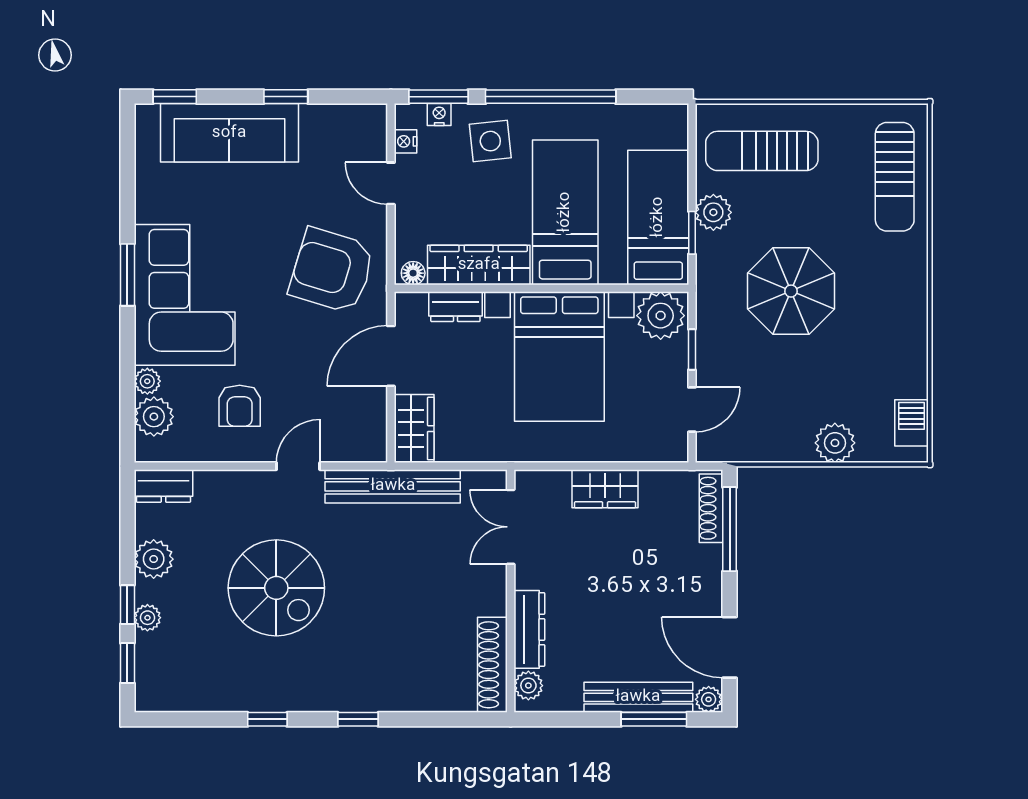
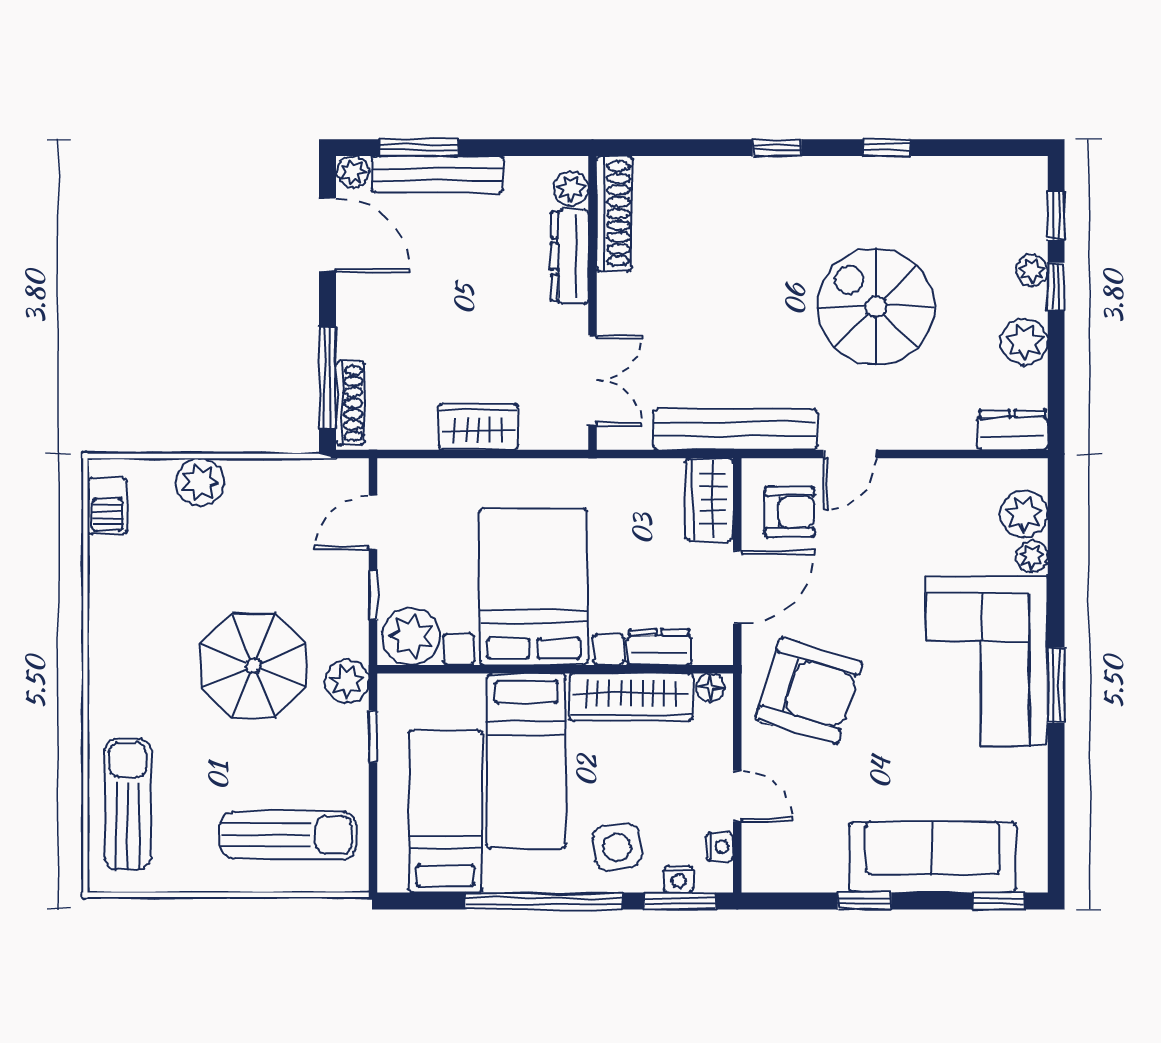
plant: (713, 212) -> (347, 681), moved
bed: (658, 217) -> (445, 811), moved, turned 180
armchair: (240, 406) -> (789, 512), moved, turned 90

